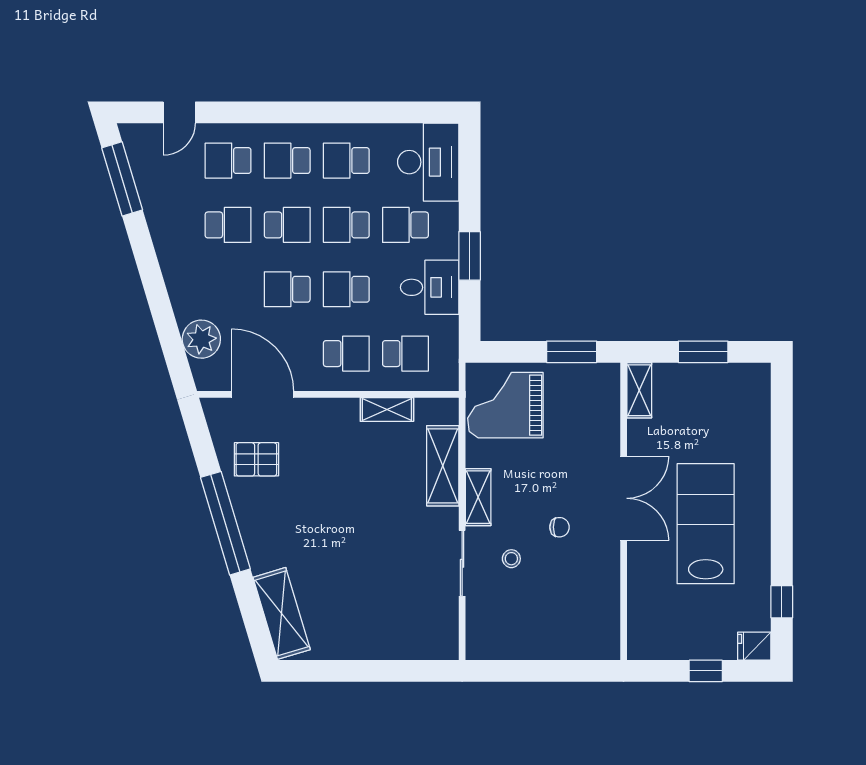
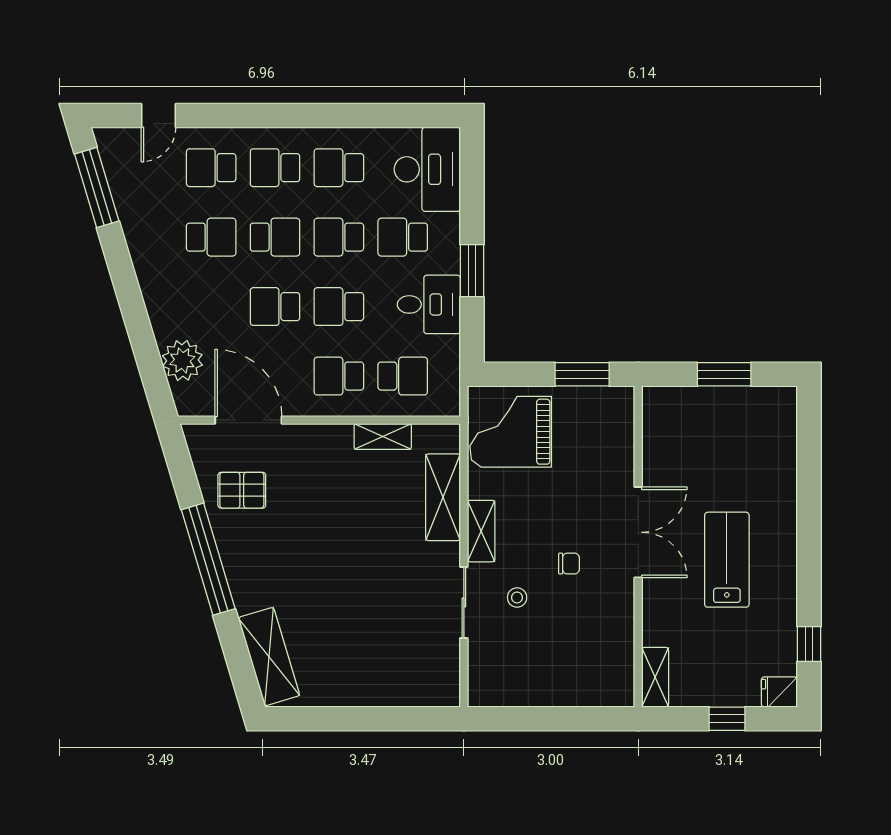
school desk: (346, 354) -> (339, 376), turned 180
shelving: (639, 390) -> (655, 677), moved
lab bench: (706, 524) -> (727, 560), width x0.73, depth x0.72

